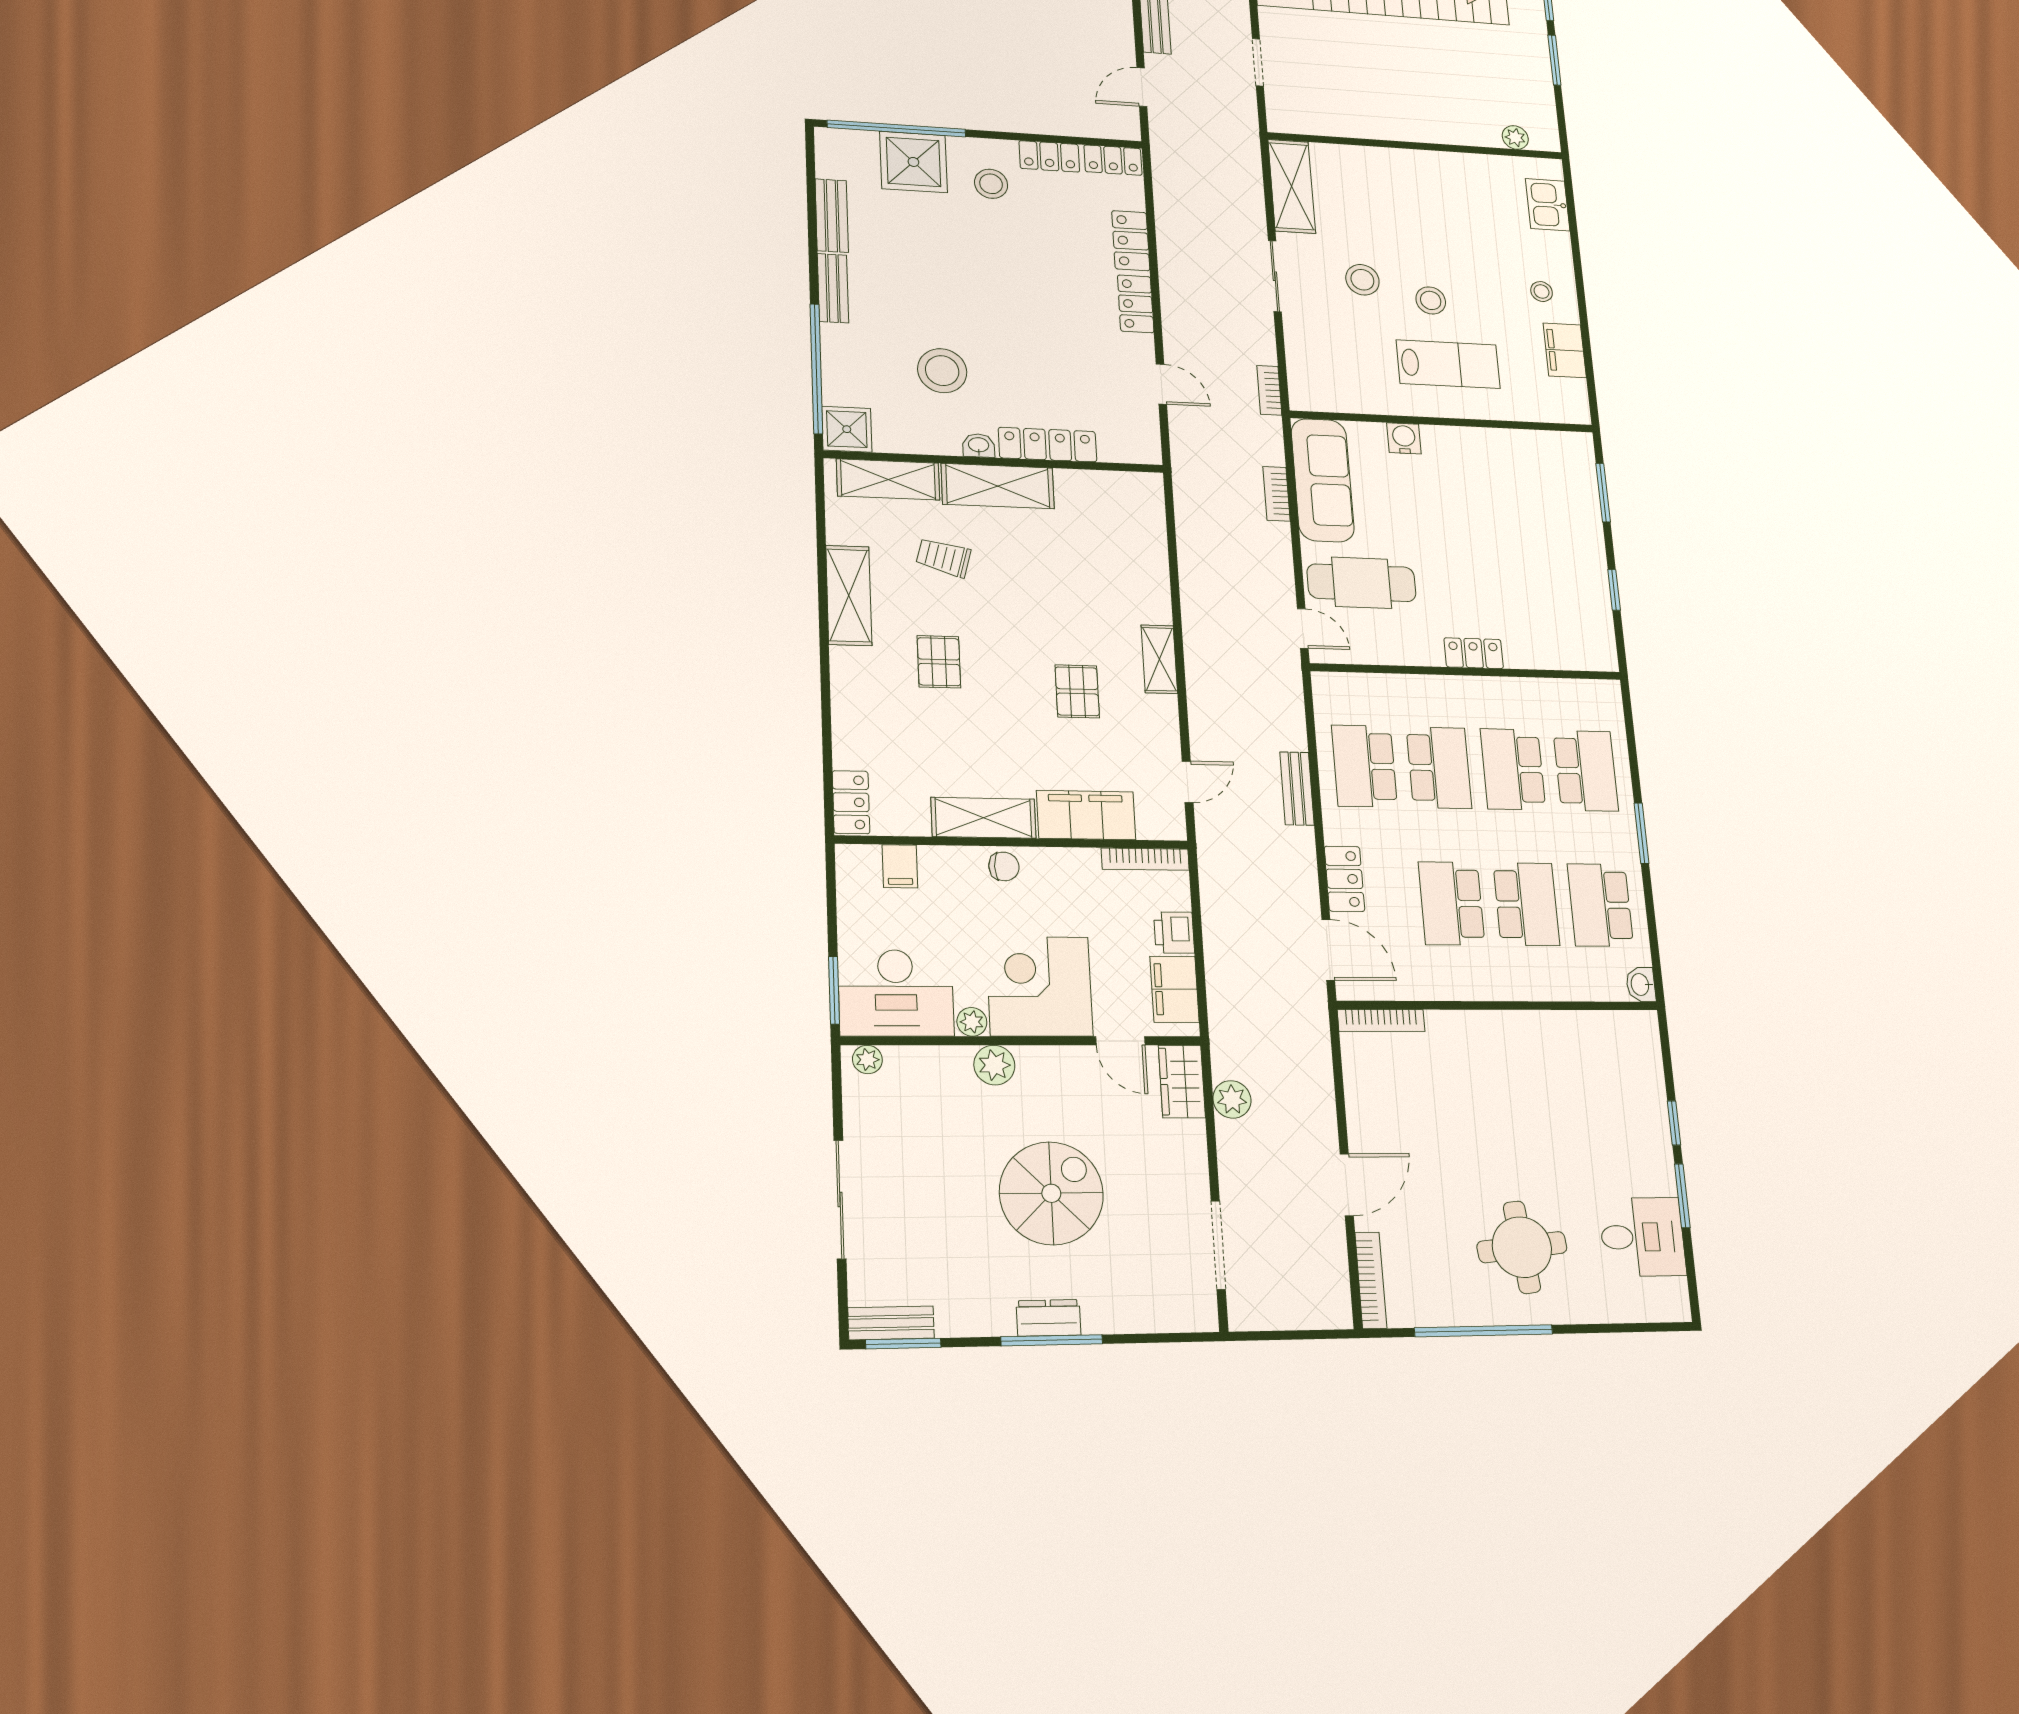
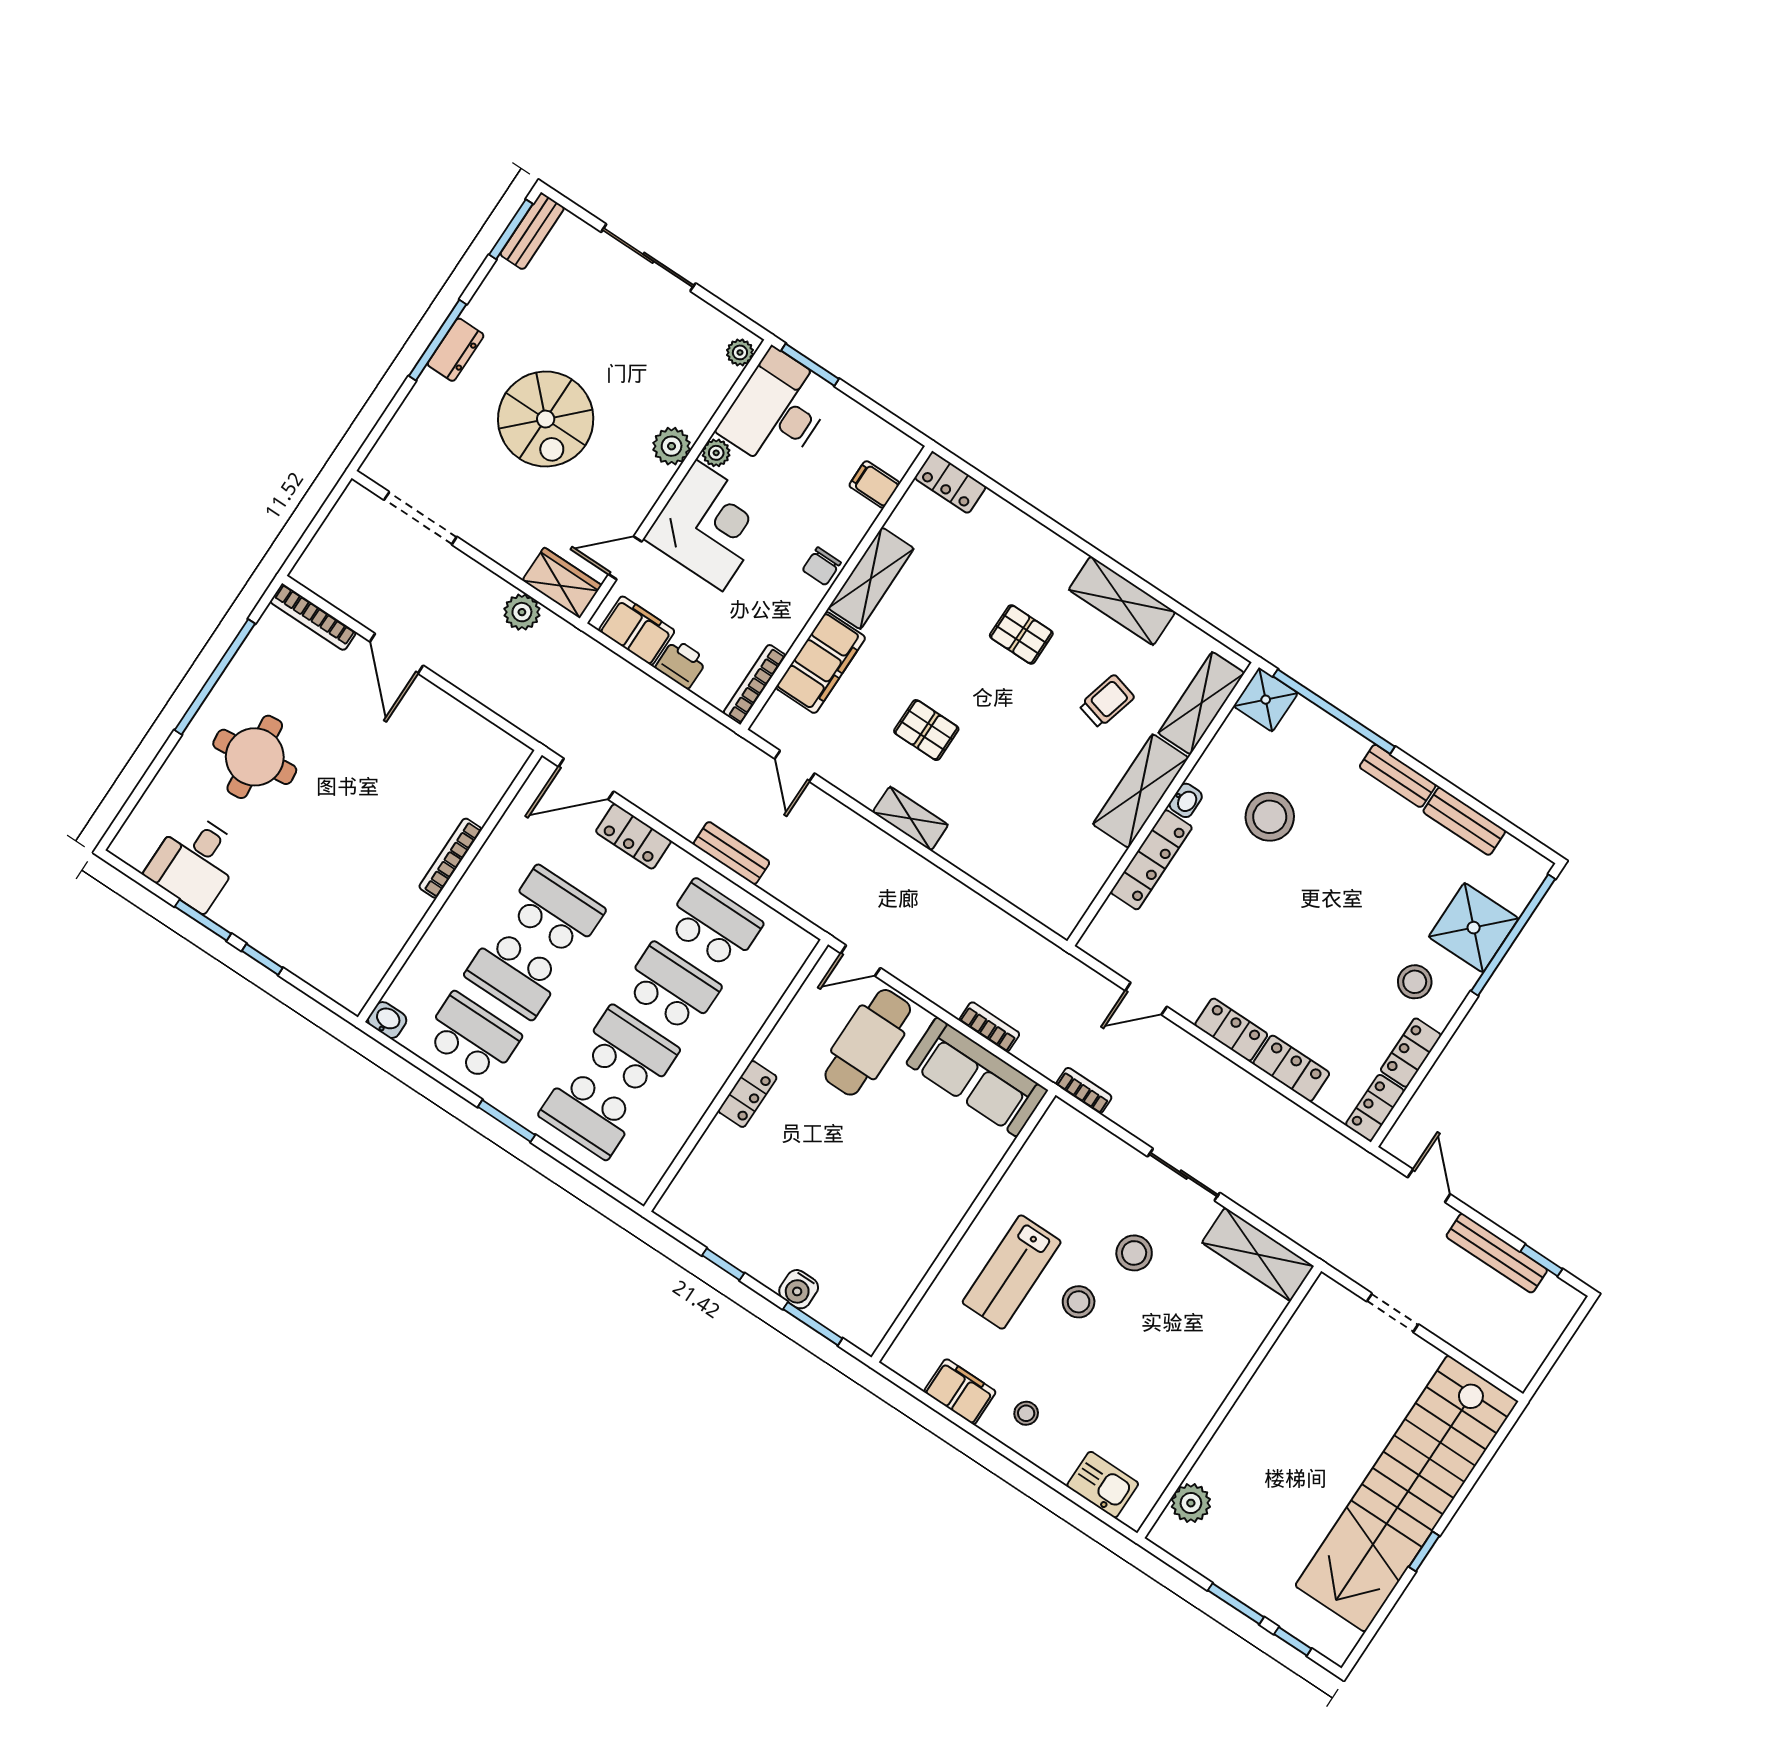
plant: (1515, 137) -> (1191, 1503), width x1.38, depth x1.38
water cooler: (1404, 438) -> (799, 1289), moved, turned 90
school desk: (1439, 768) -> (672, 988), turned 180
bookcase: (1381, 1020) -> (450, 858), moved

